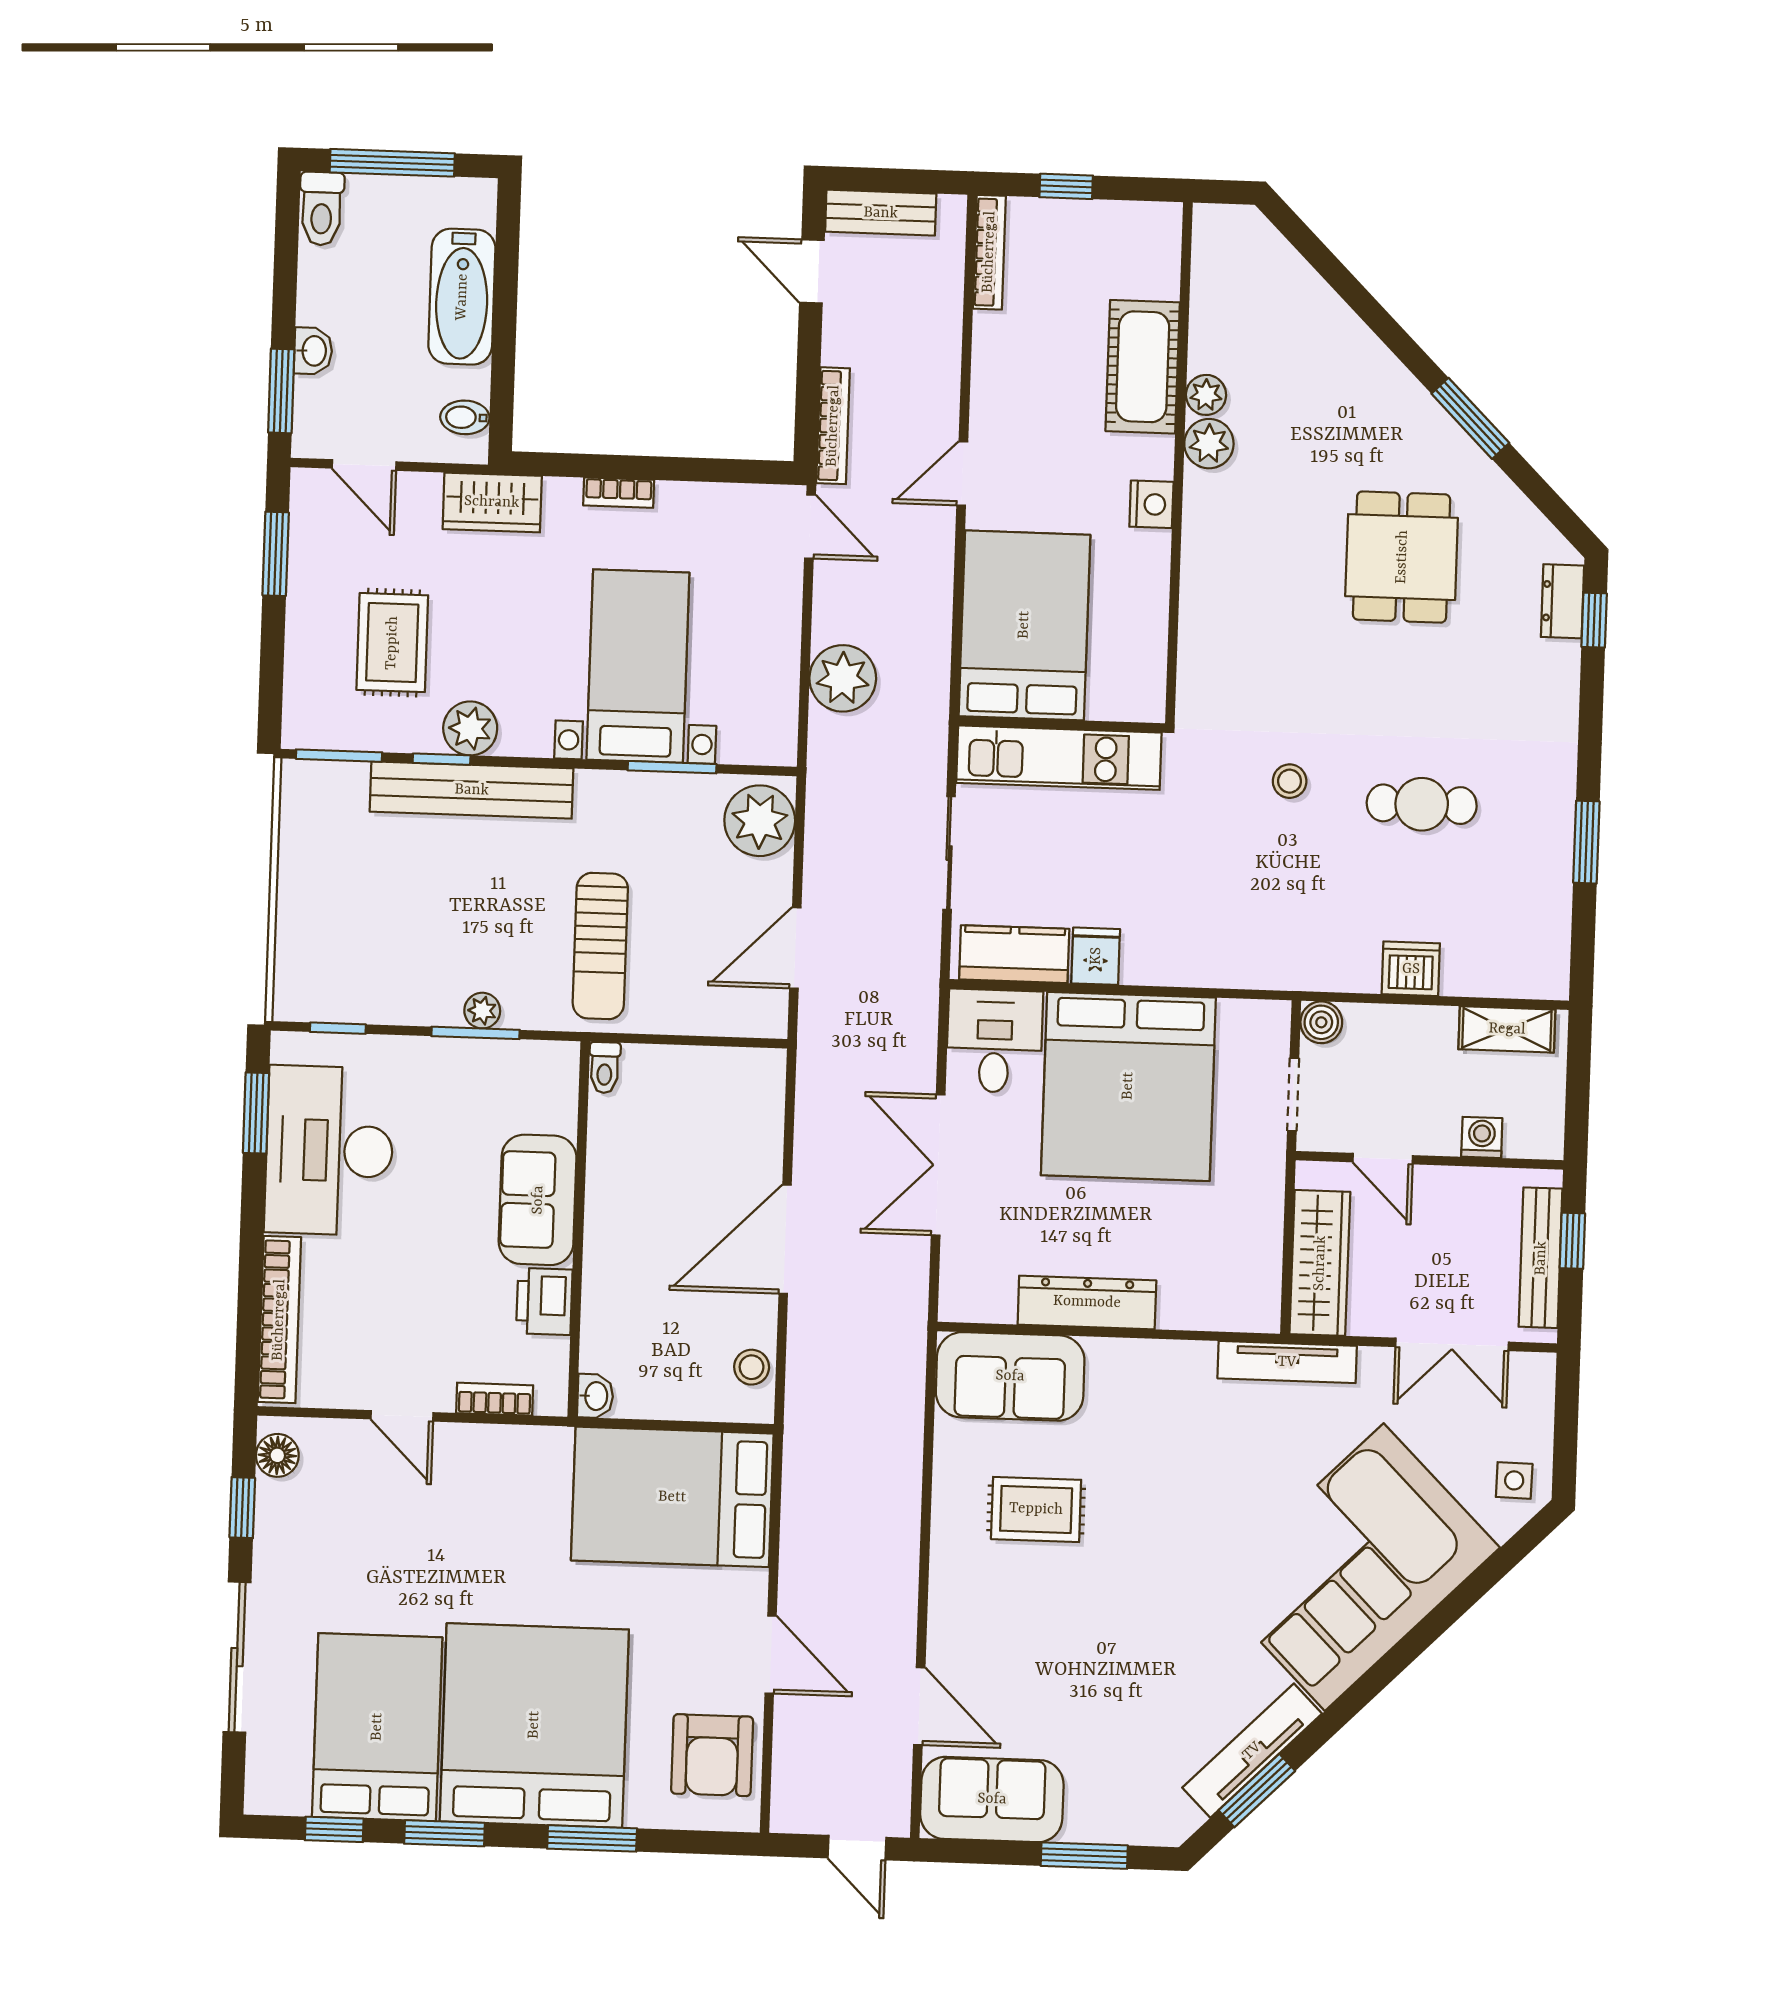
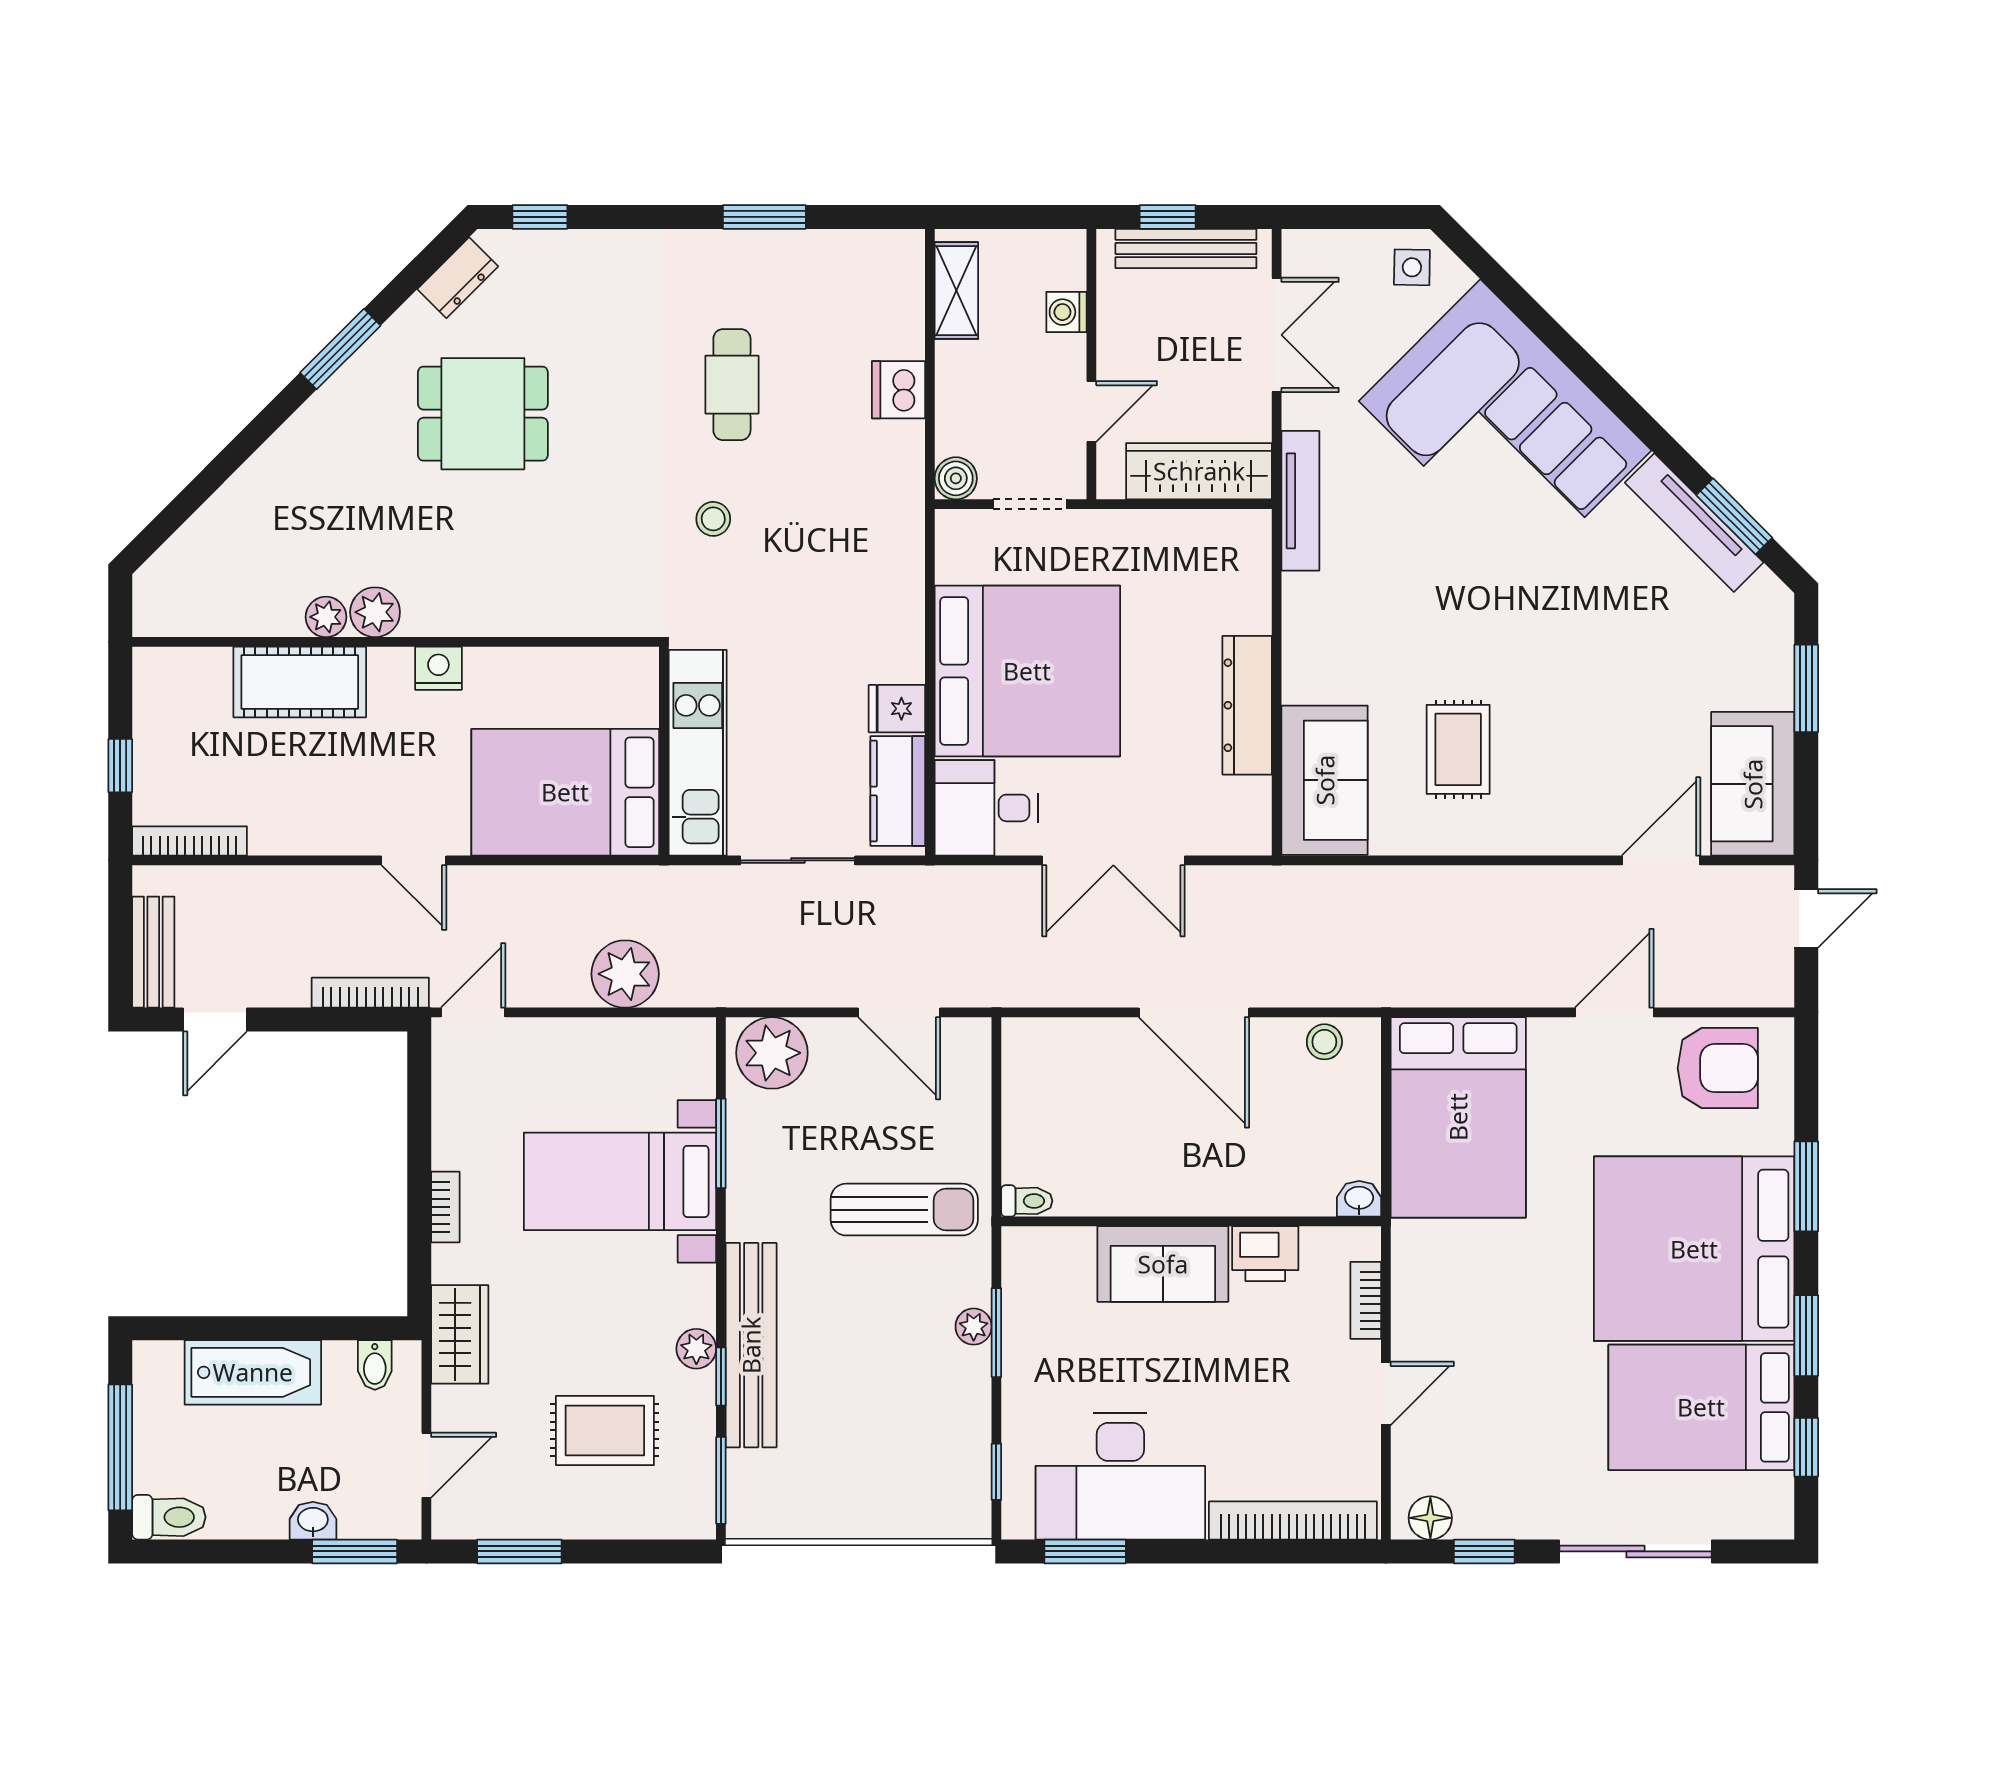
dresser: (1563, 601) -> (458, 278), moved, turned -45
plant: (470, 728) -> (696, 1349), width x0.73, depth x0.73

